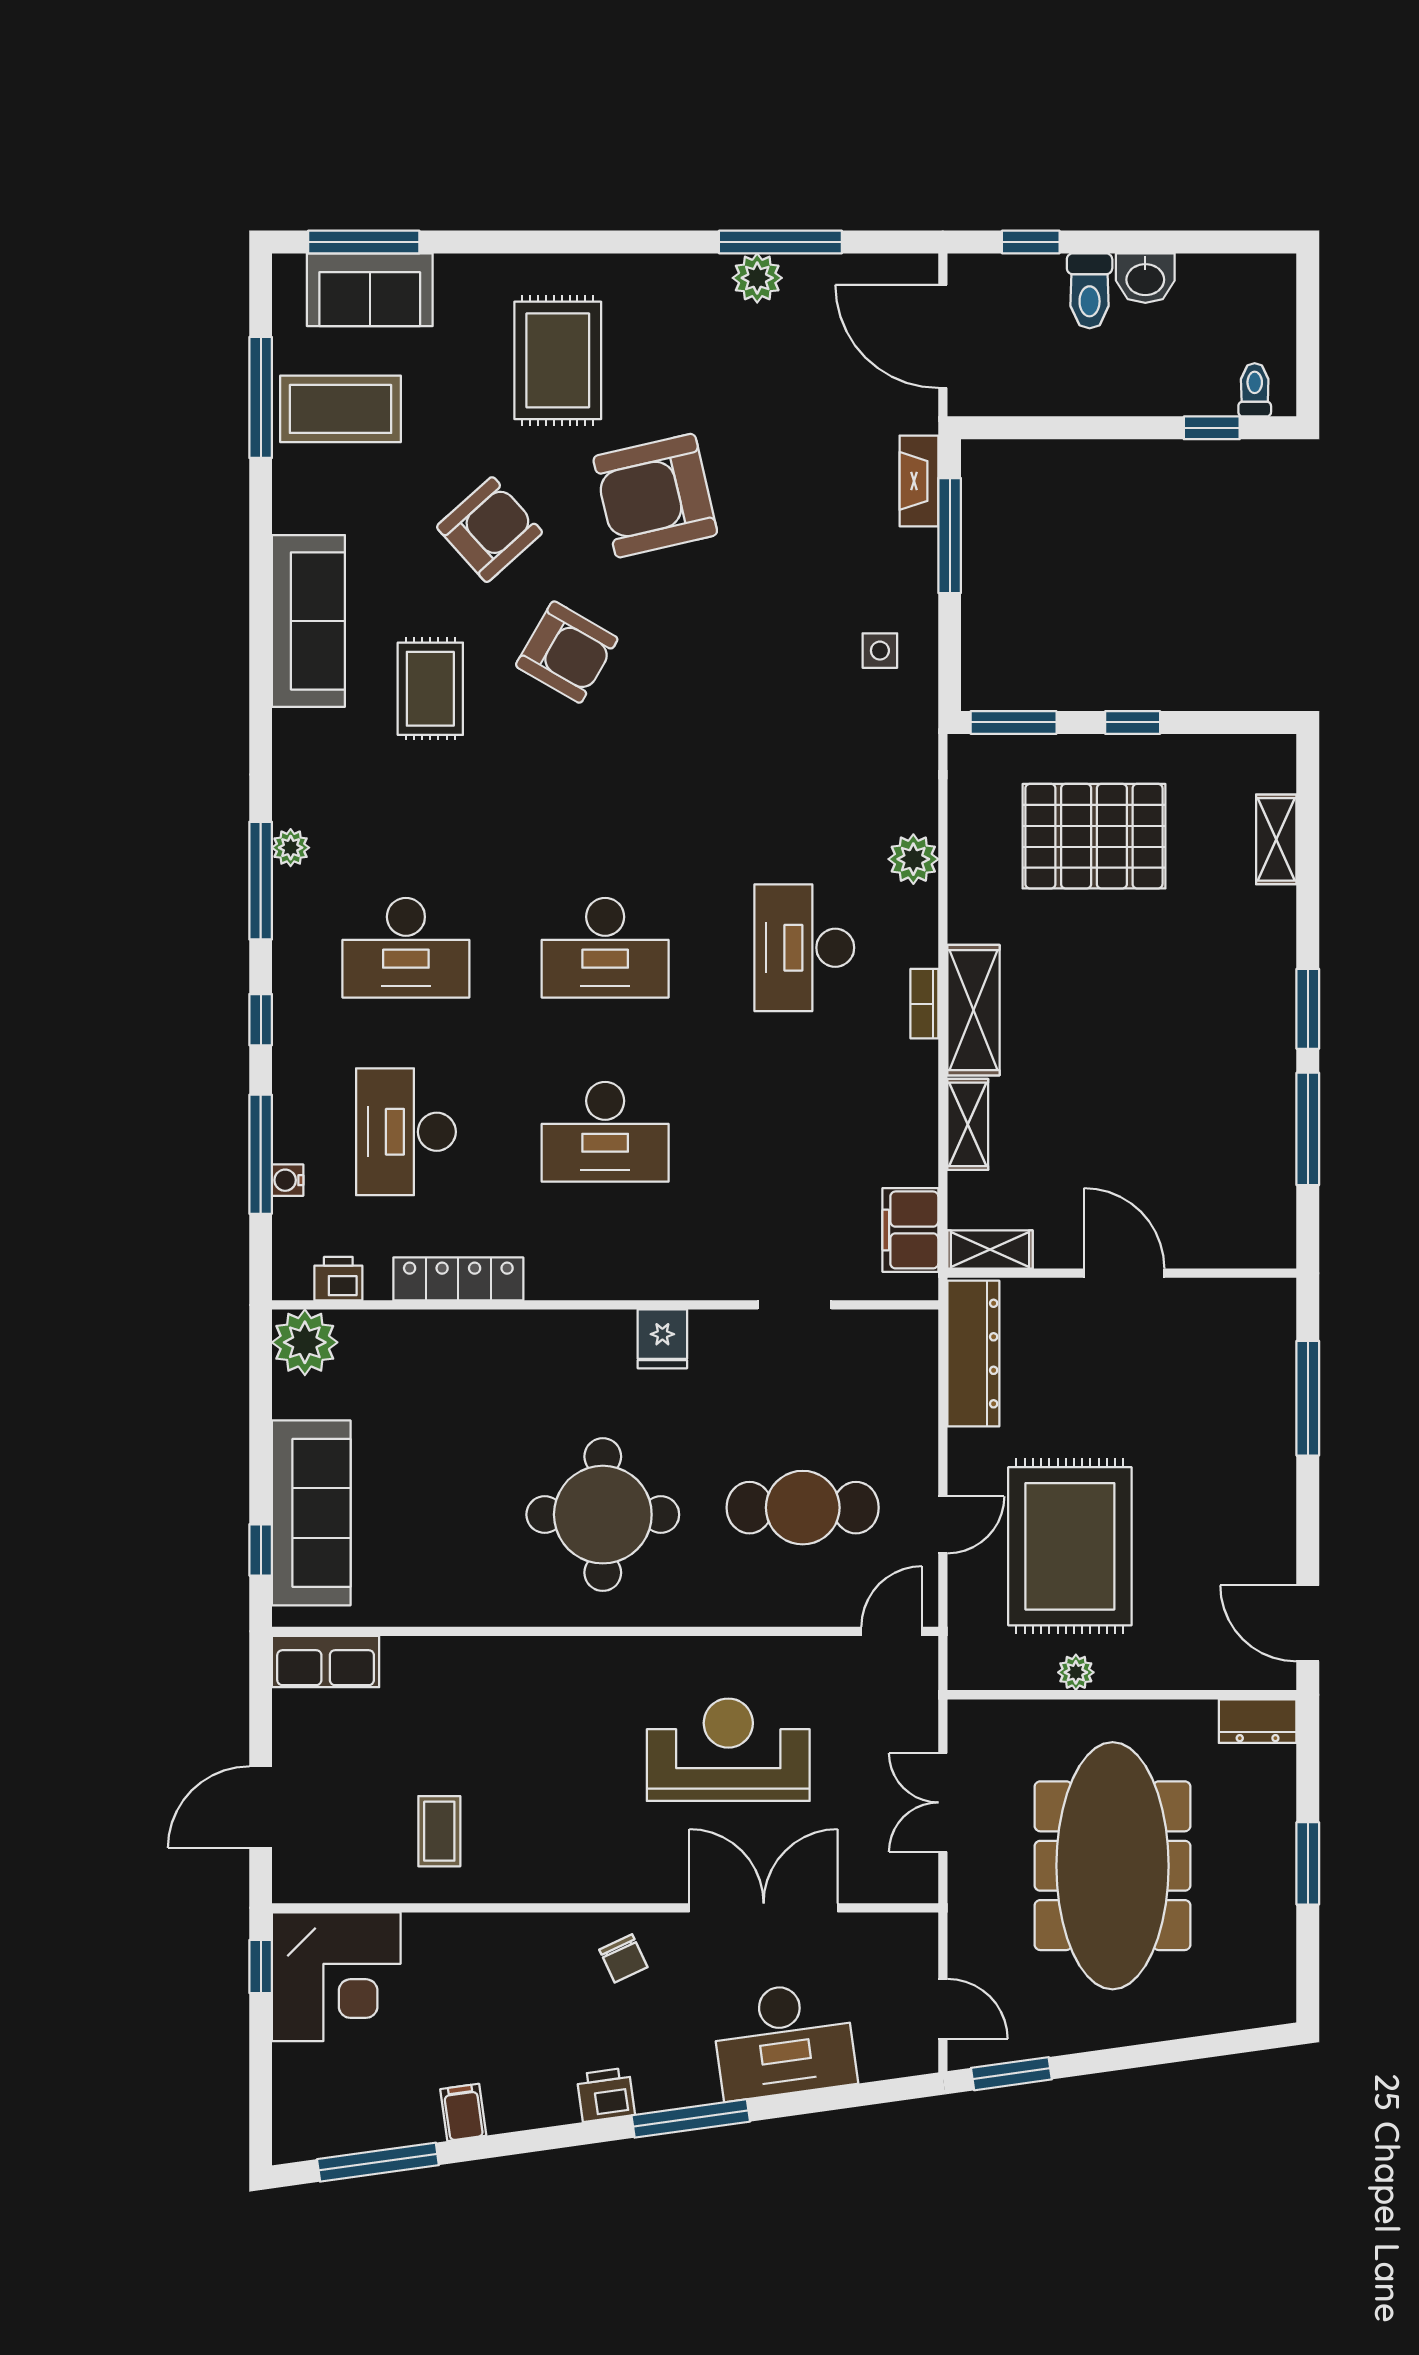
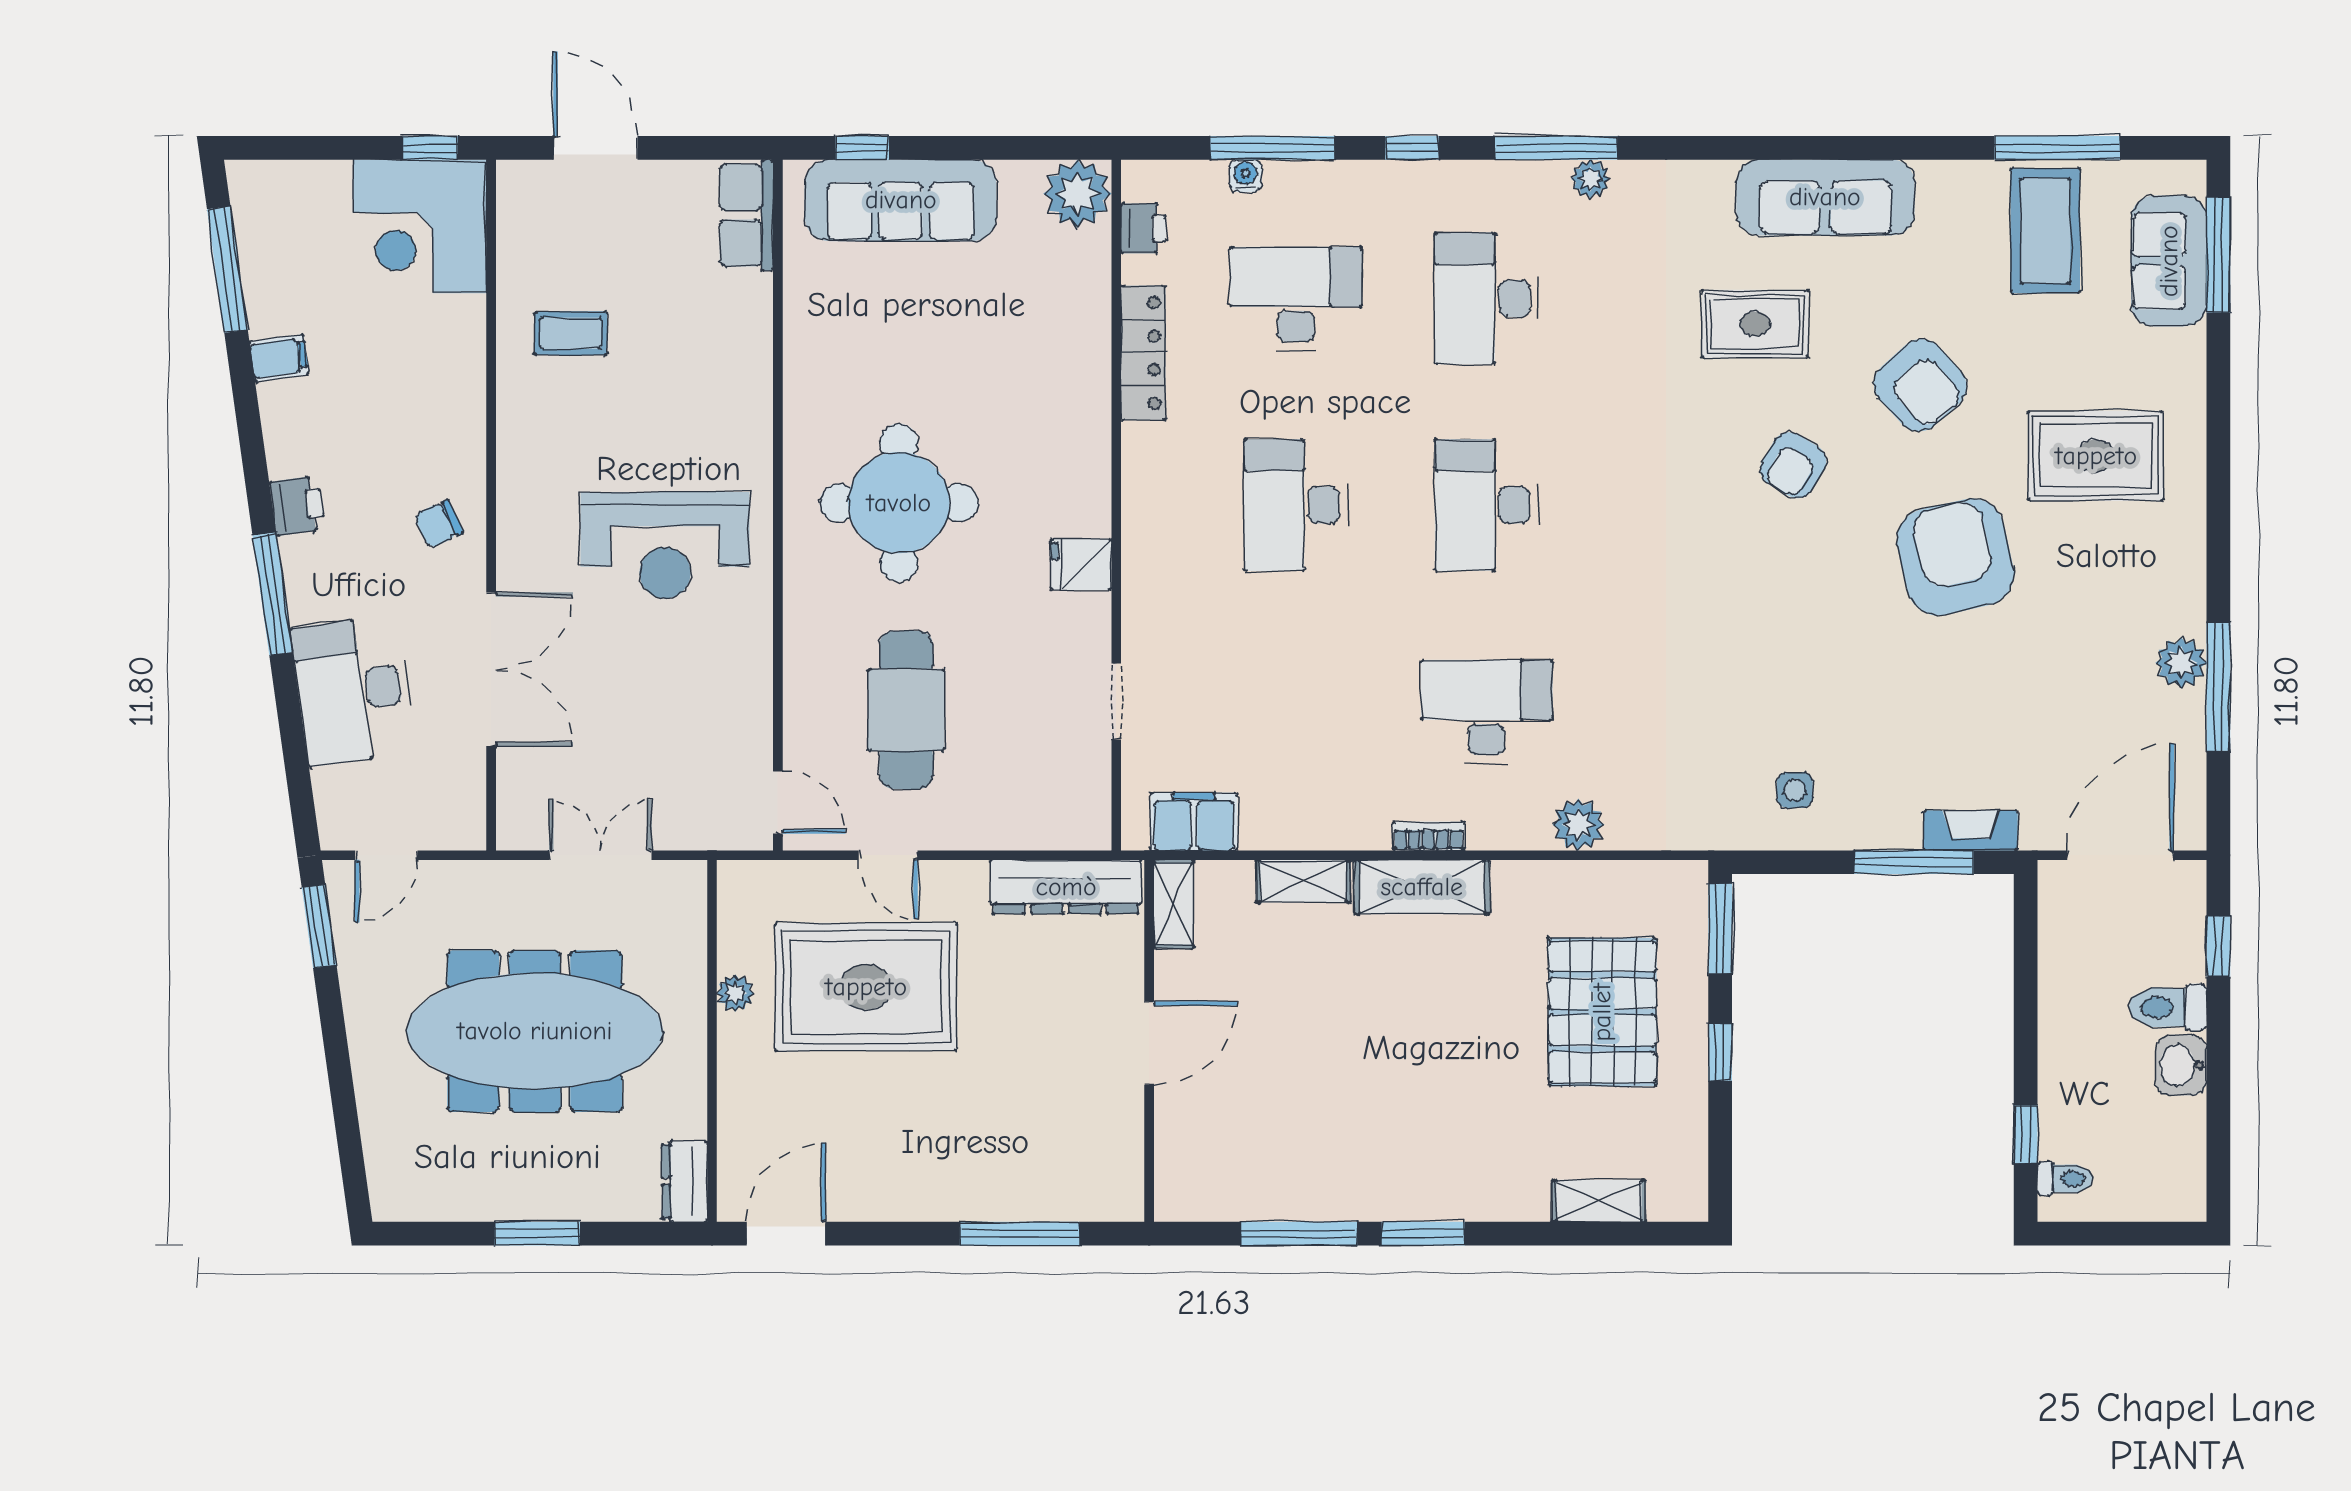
armchair: (567, 652) -> (1793, 465), width x0.72, depth x0.72
reception desk: (728, 1750) -> (665, 545), moved, turned 90

